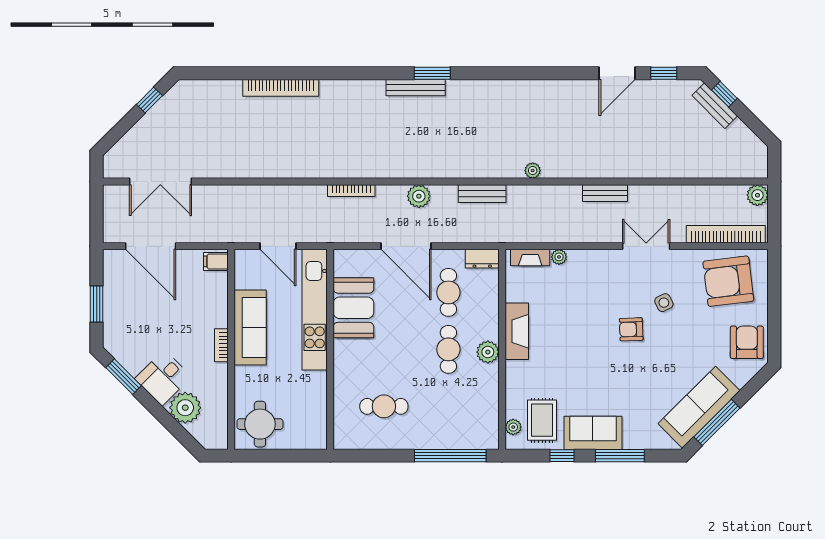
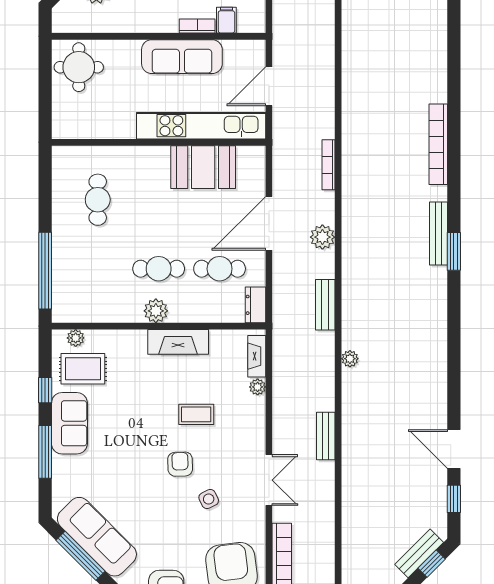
bookcase: (281, 88) -> (438, 144), moved
filing cabinet: (216, 261) -> (226, 20), moved
coffee table: (585, 314) -> (196, 414), added
bookcase: (221, 345) -> (197, 26), moved

